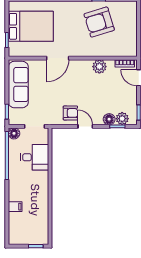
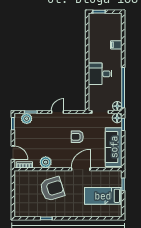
armchair: (99, 22) -> (52, 189), moved
bed: (31, 26) -> (103, 196), width x0.67
armchair: (70, 113) -> (77, 137), moved
floor lamp: (109, 119) -> (117, 118), moved
door: (85, 126) -> (57, 112), swing flipped
desk: (35, 157) -> (100, 74), moved

